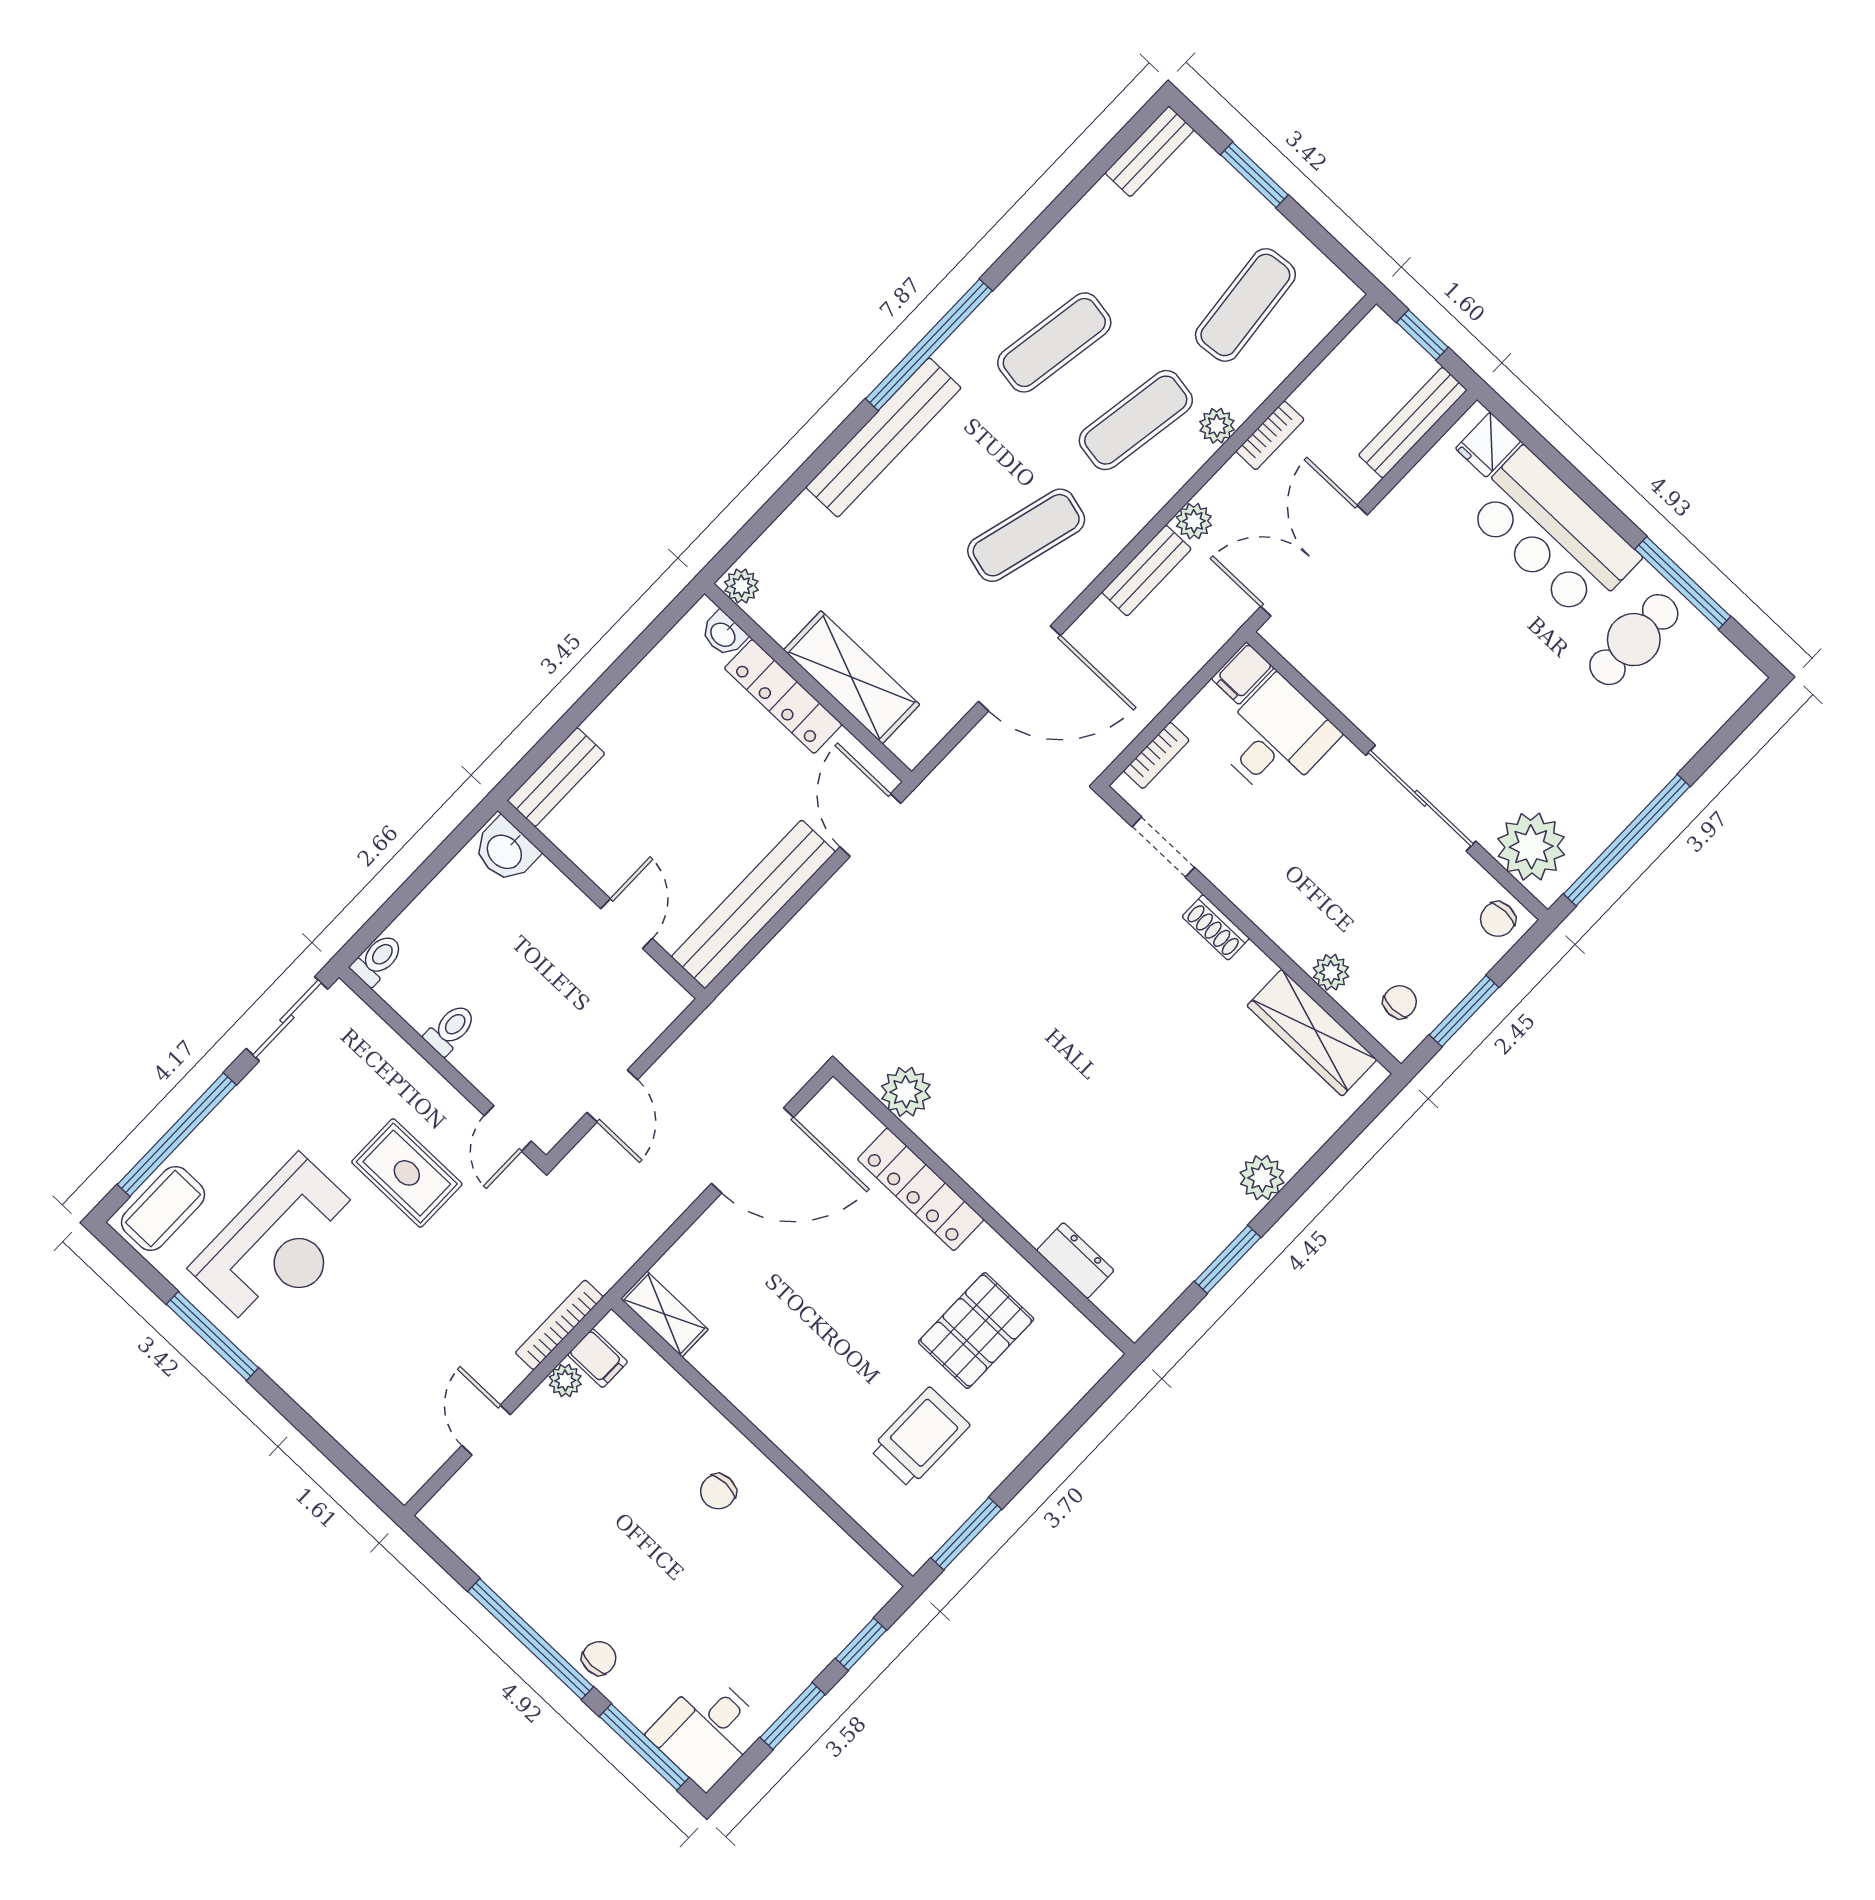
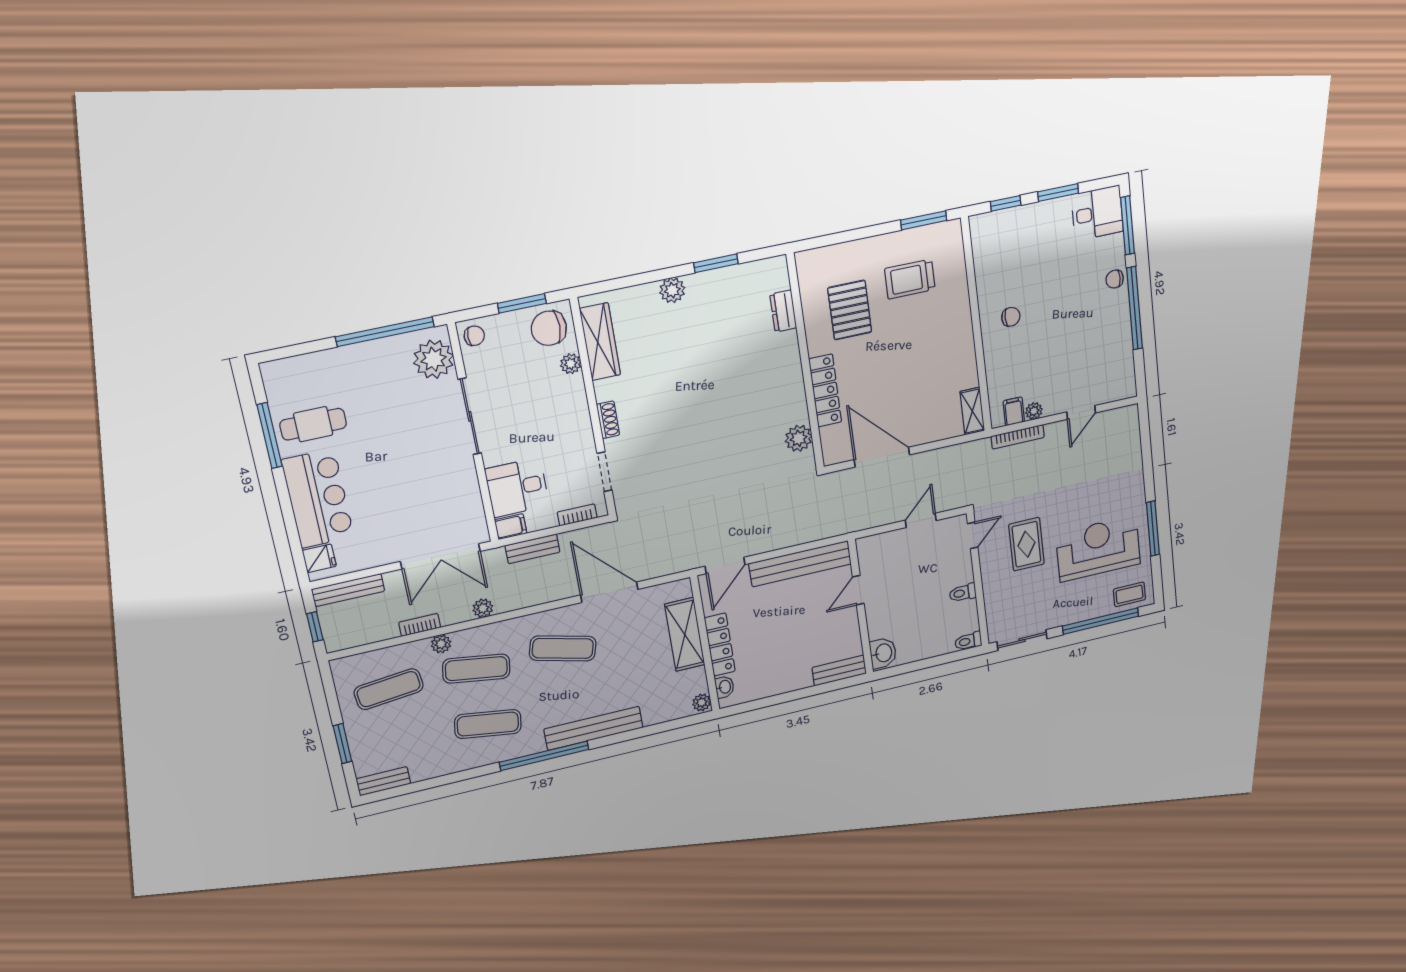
bench: (1146, 571) -> (532, 549), moved
chair: (1400, 1002) -> (549, 328), width x1.87, depth x1.87
coffee table: (163, 1209) -> (1129, 594), width x0.73, depth x0.77
pallet: (976, 1331) -> (850, 310), turned 90

